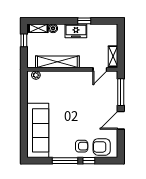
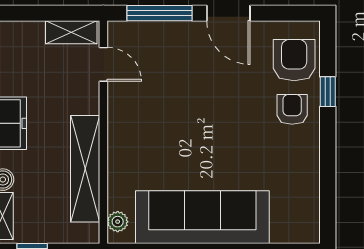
sofa: (38, 130) -> (202, 217), moved
armchair: (102, 147) -> (294, 60), turned 180
window: (65, 161) -> (328, 150), removed

